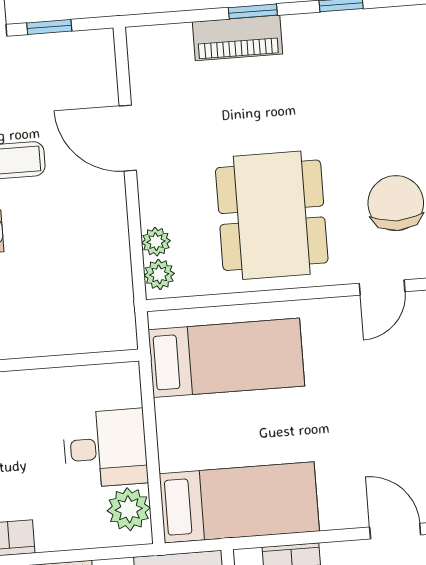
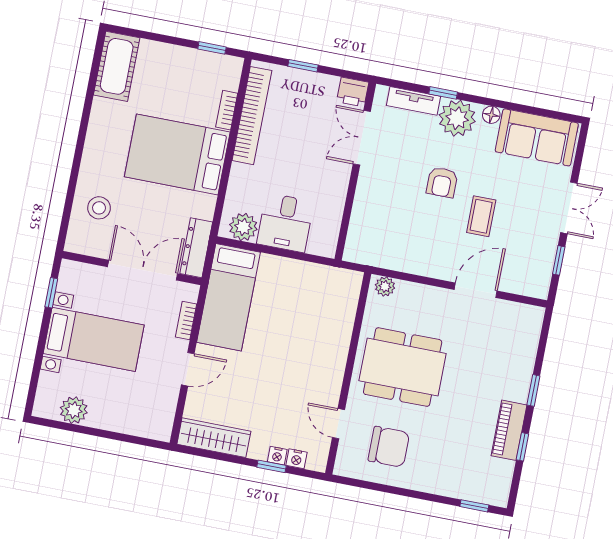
piano: (238, 38) -> (509, 430), moved
plant: (156, 242) -> (406, 290), removed
bed: (226, 358) -> (321, 314), removed
door: (395, 531) -> (188, 369), moved

